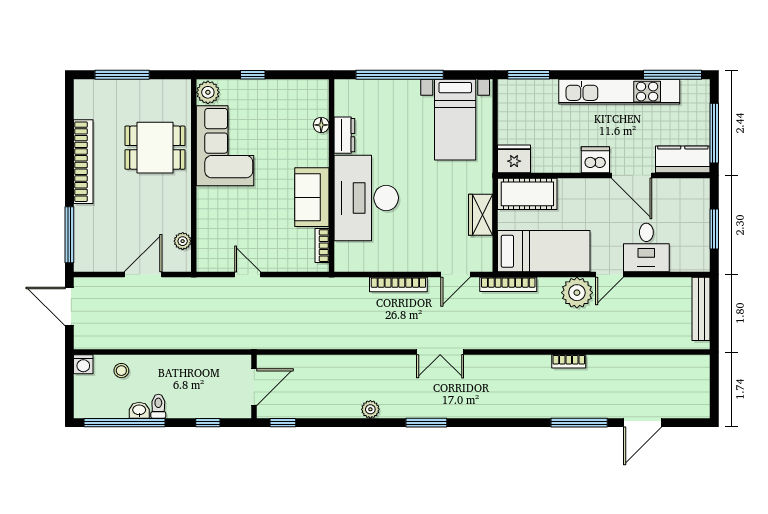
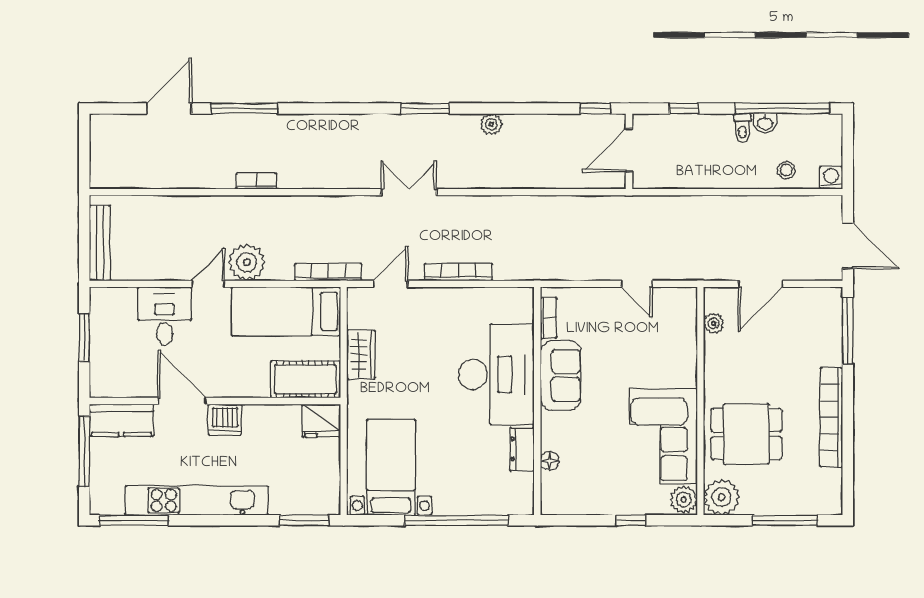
plant: (176, 94) -> (721, 497), added

